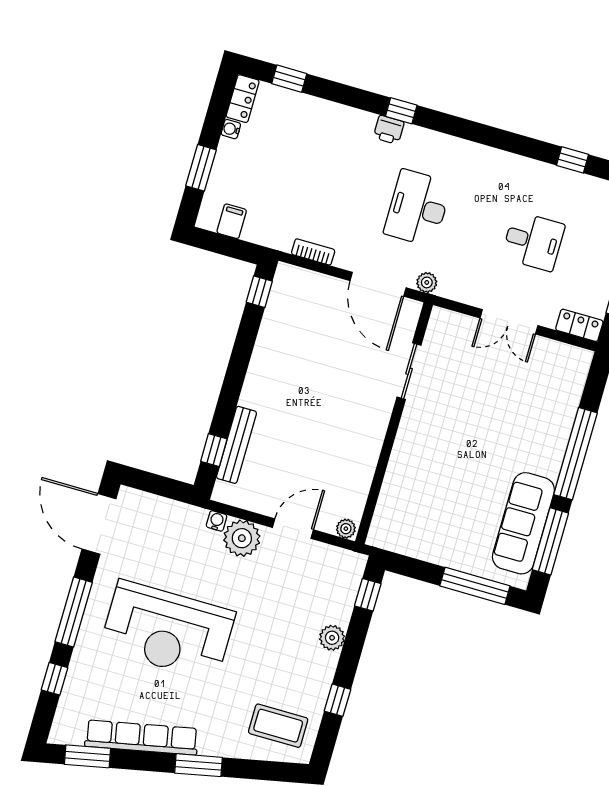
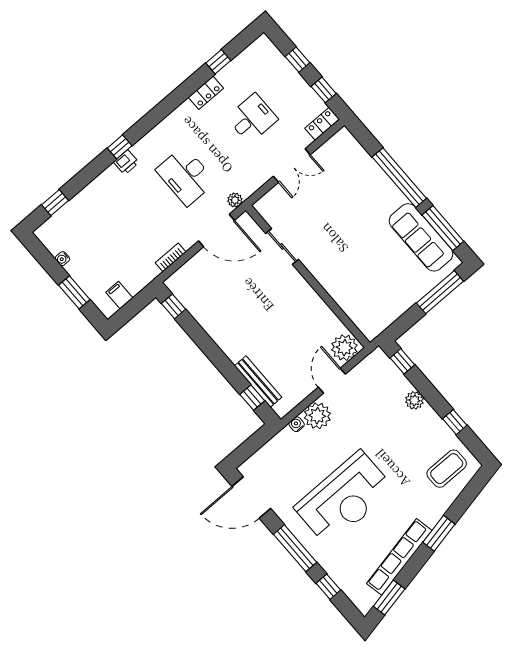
locker: (243, 99) -> (206, 93), moved, turned 90
plant: (346, 529) -> (344, 348), width x1.87, depth x1.87

